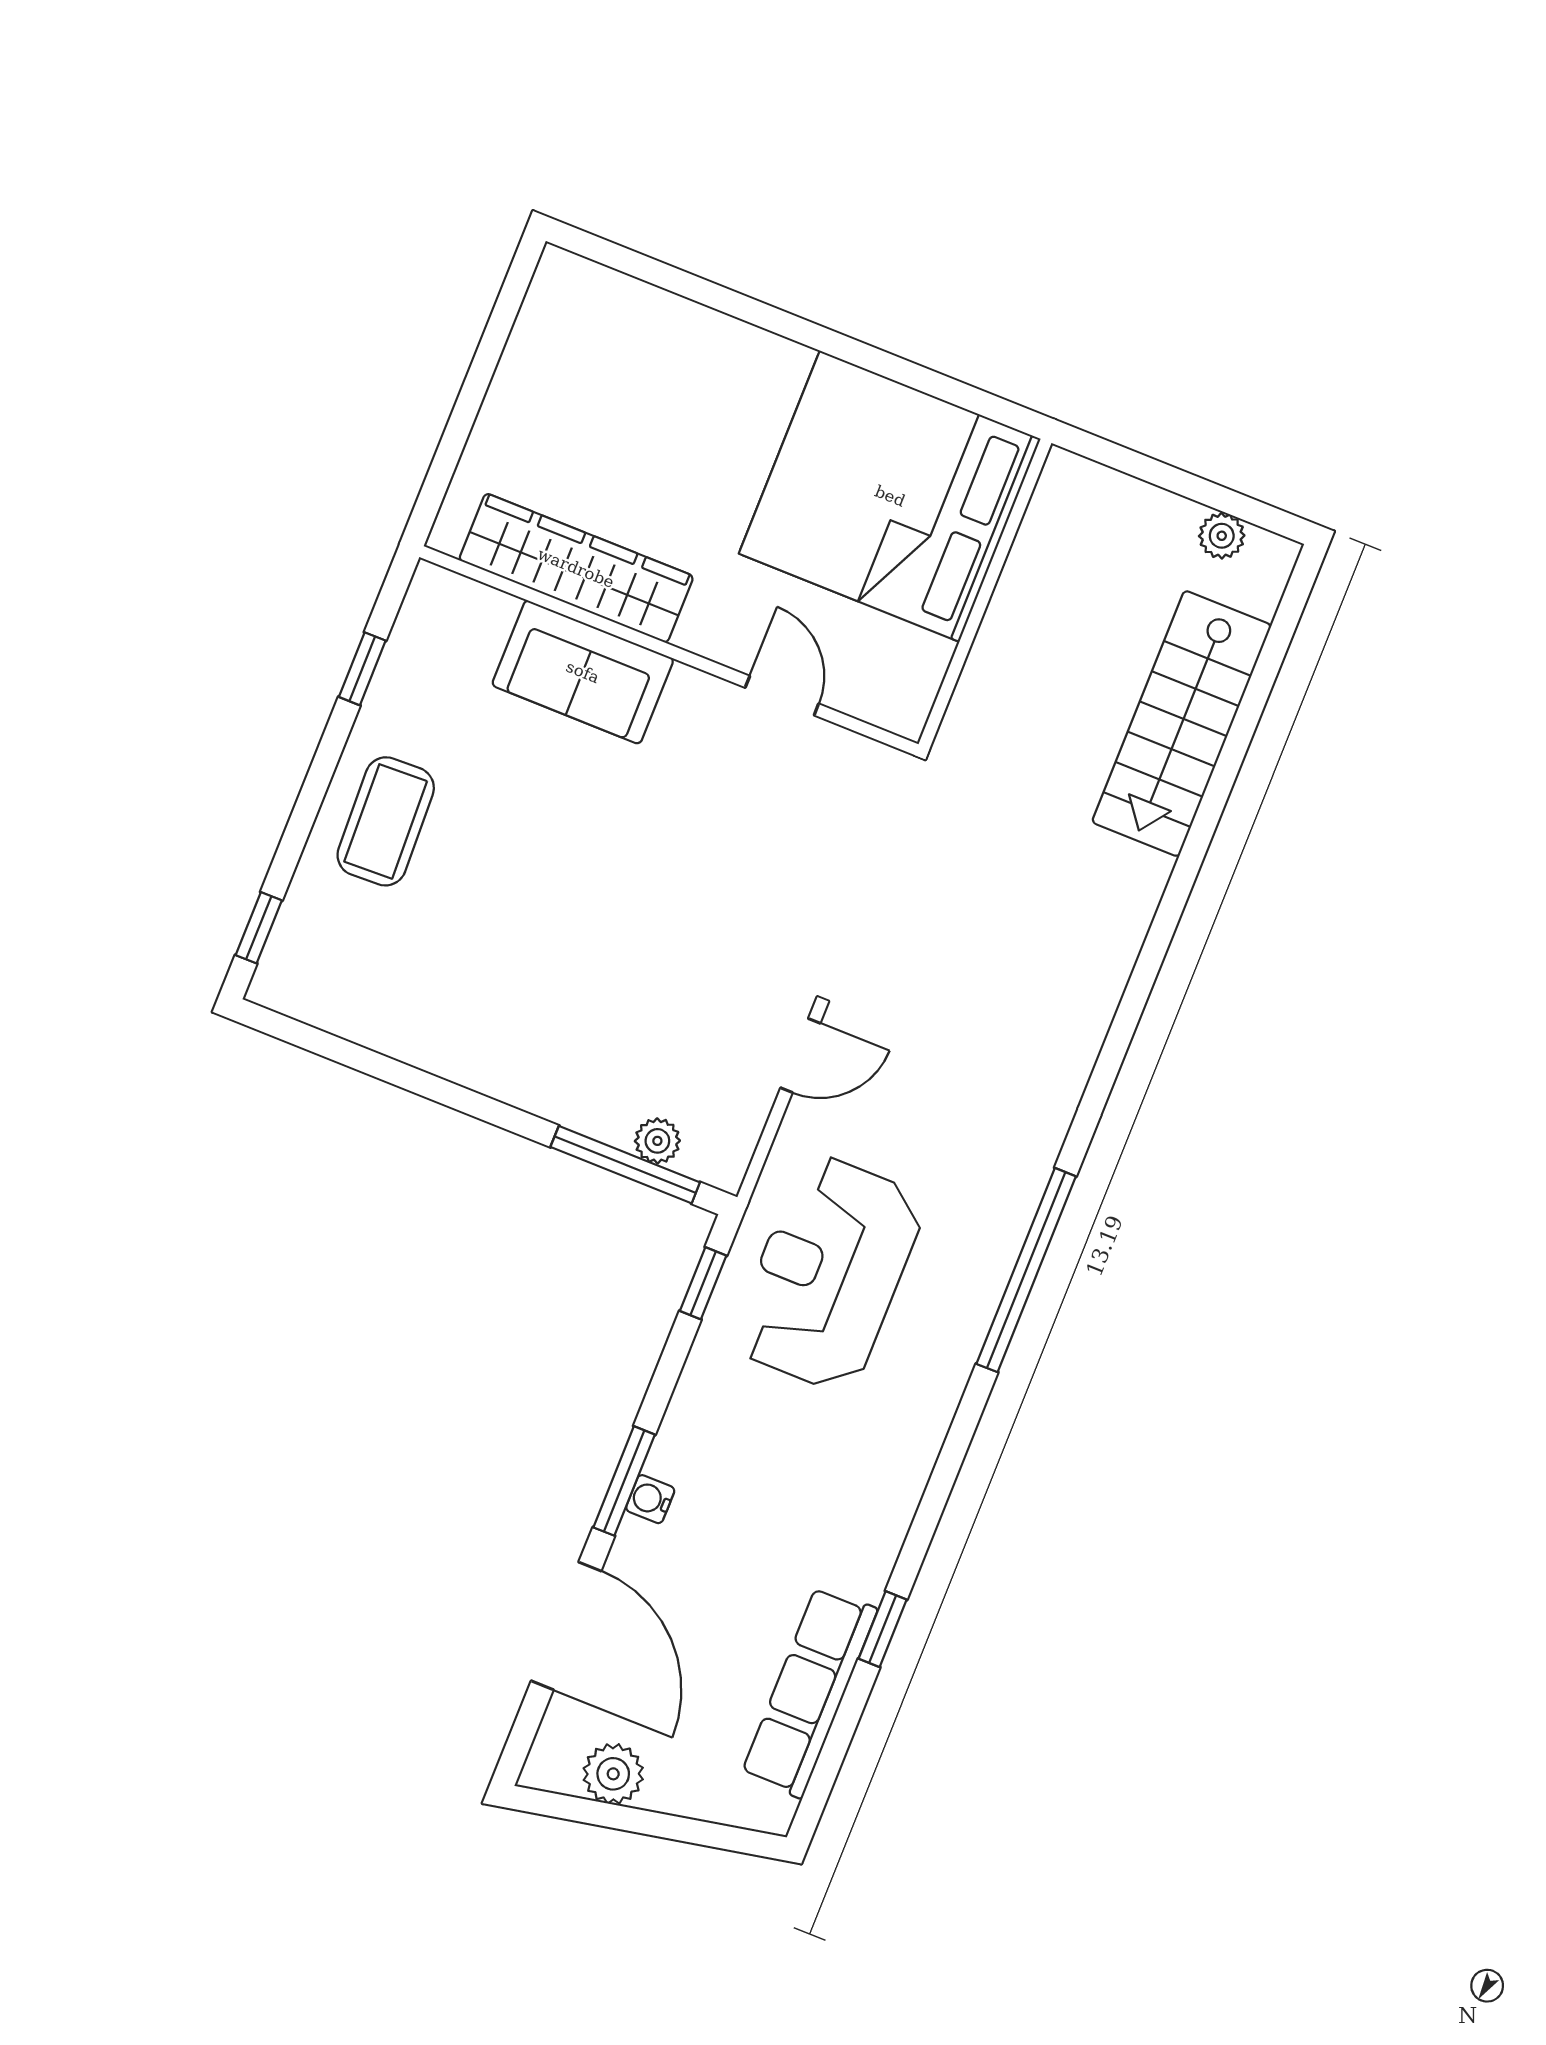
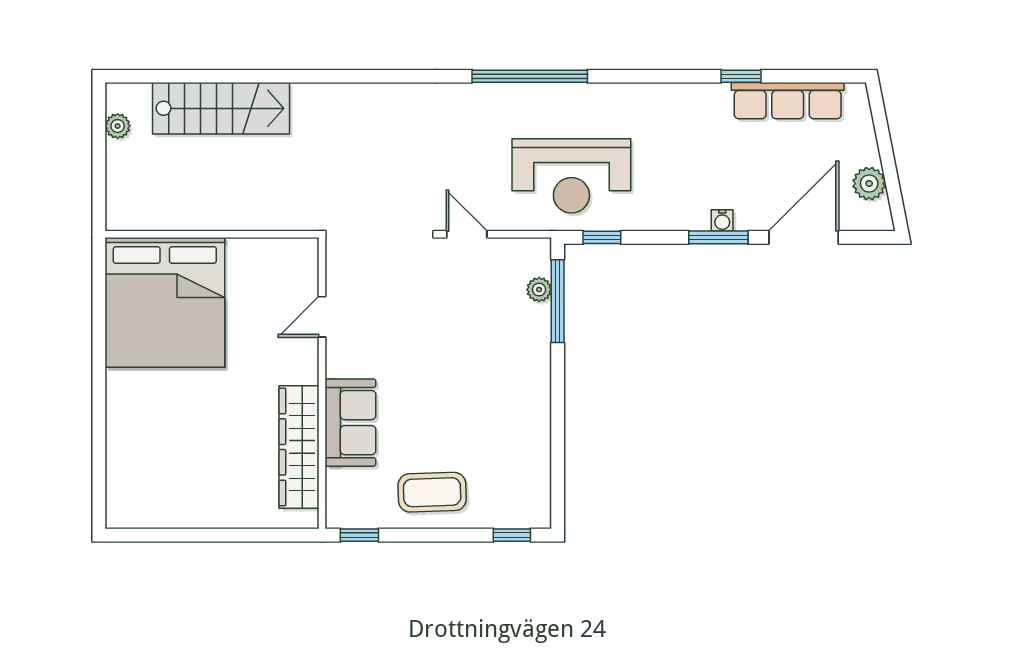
wardrobe: (576, 568) -> (299, 447), moved
wall: (669, 651) -> (322, 383), moved
sofa: (583, 672) -> (350, 423), moved
door: (782, 696) -> (322, 317), moved

